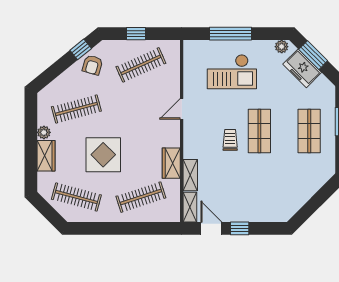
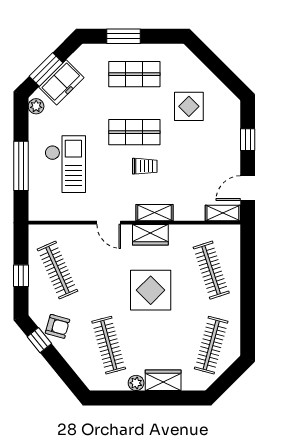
trolley: (230, 140) -> (145, 166), turned 180
display table: (103, 155) -> (151, 290), moved
wardrobe: (171, 163) -> (150, 235), moved
shelving: (190, 175) -> (155, 213), moved
display table: (282, 178) -> (189, 106), added
window: (240, 228) -> (248, 140), moved

